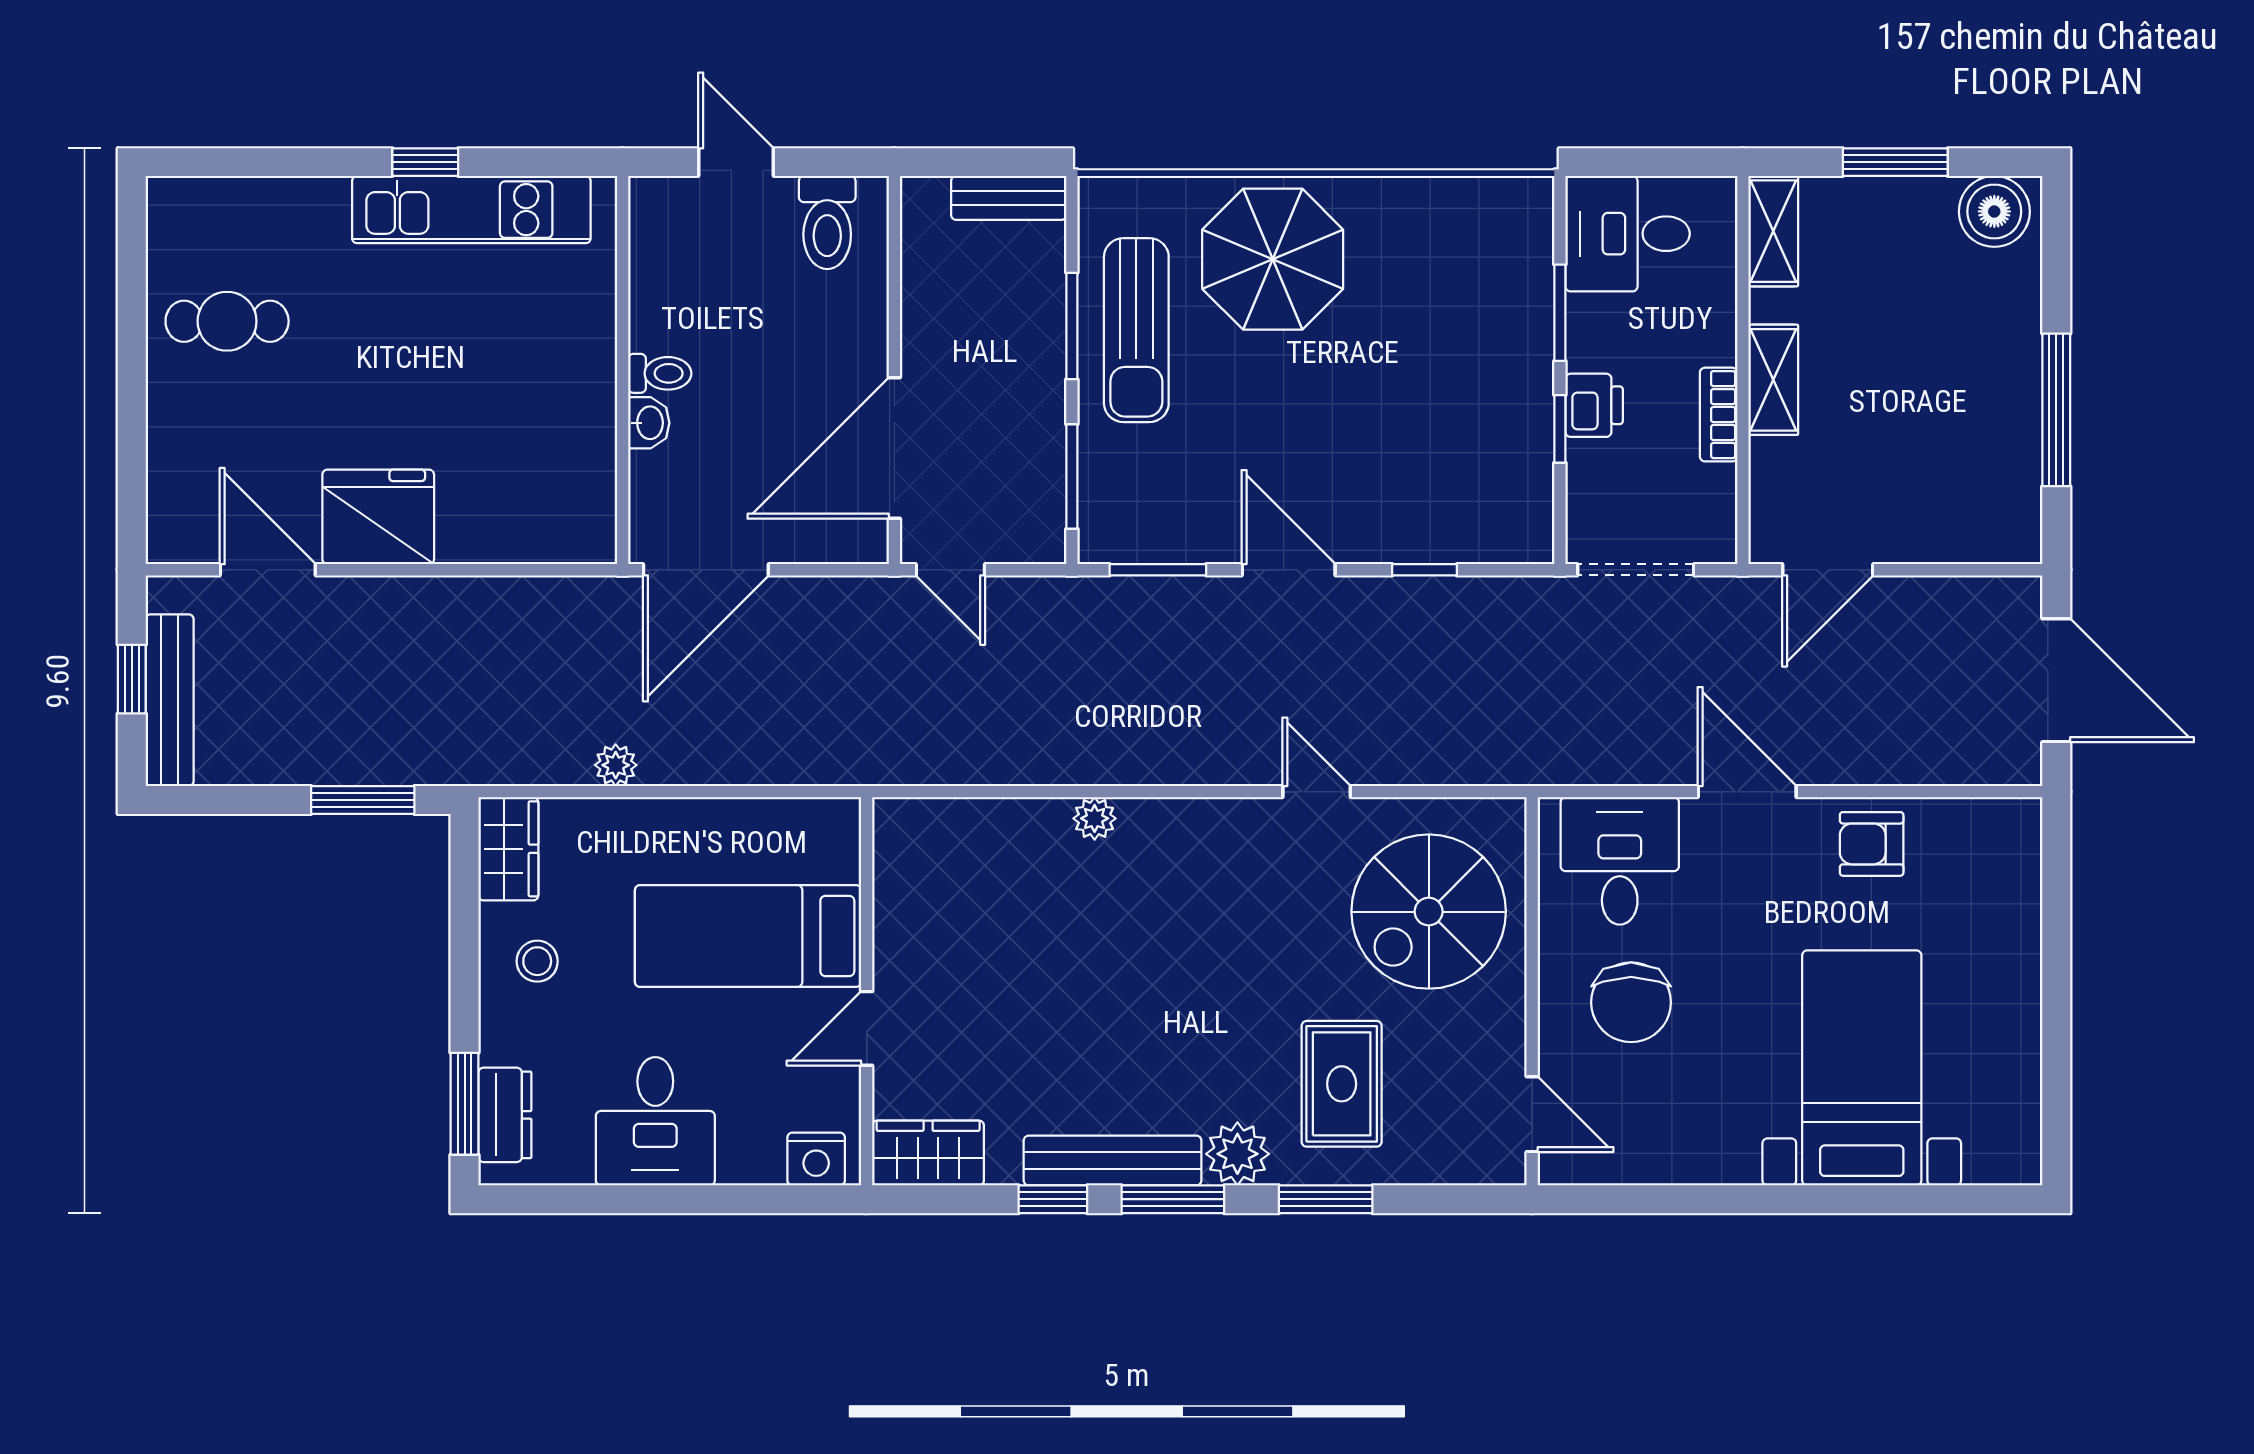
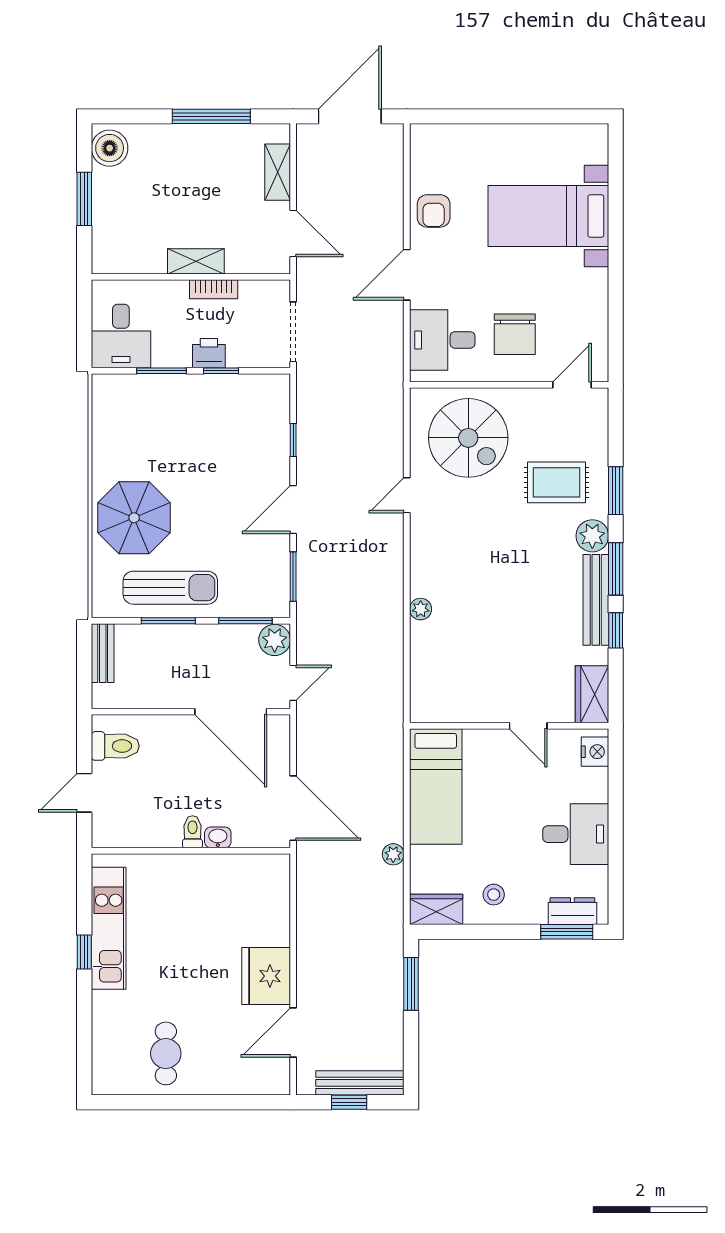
shelving: (1773, 231) -> (278, 172), moved, turned 90
plant: (1034, 533) -> (275, 640), added
bed: (748, 936) -> (436, 787), moved
chair: (1631, 1002) -> (515, 334), turned 90

